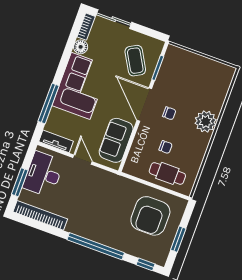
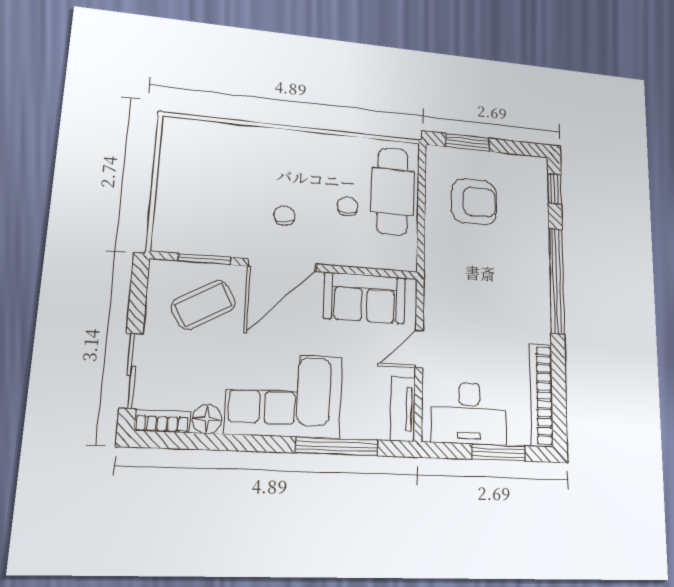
plant: (206, 122) -> (279, 148), removed
cafe table: (167, 173) -> (393, 191), width x1.37, depth x1.35
armchair: (150, 216) -> (474, 202), width x0.73, depth x0.73
window: (178, 239) -> (467, 142), moved

